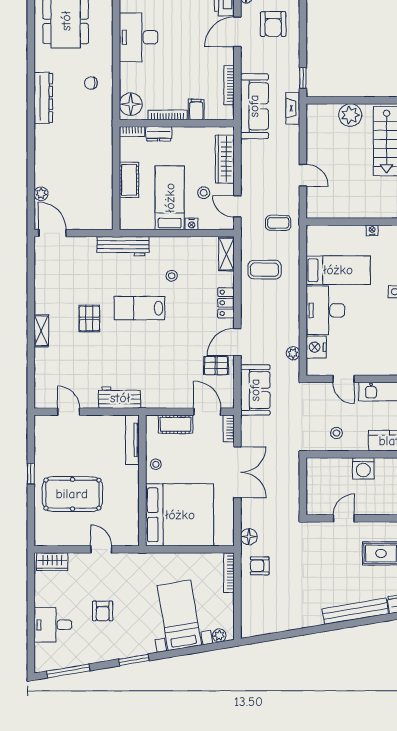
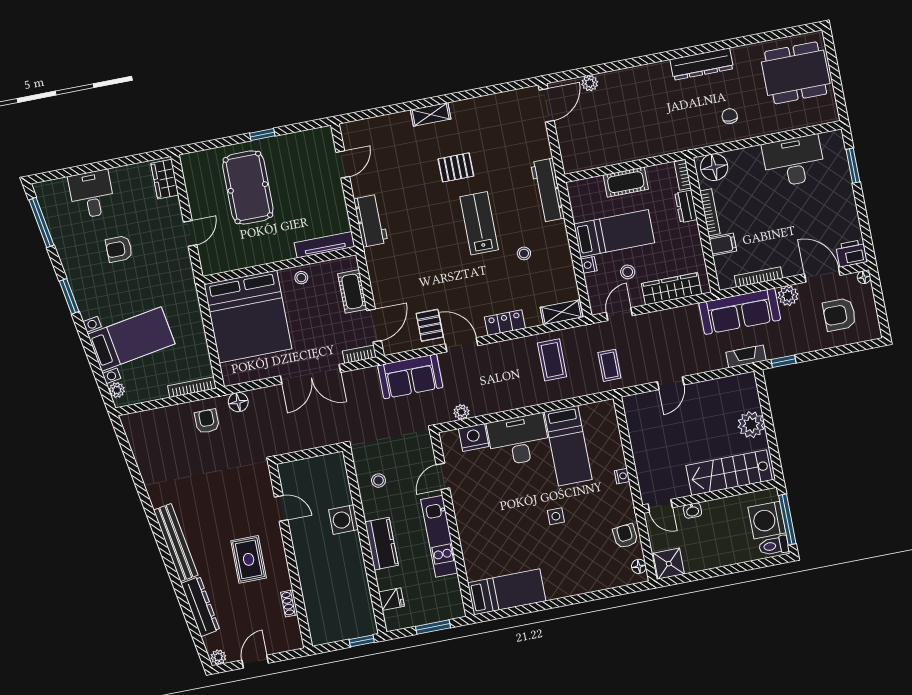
plant: (249, 64) -> (788, 296), added

